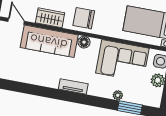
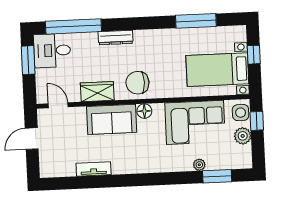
sofa: (49, 41) -> (112, 119), width x0.73
tv unit: (73, 86) -> (94, 169), moved

